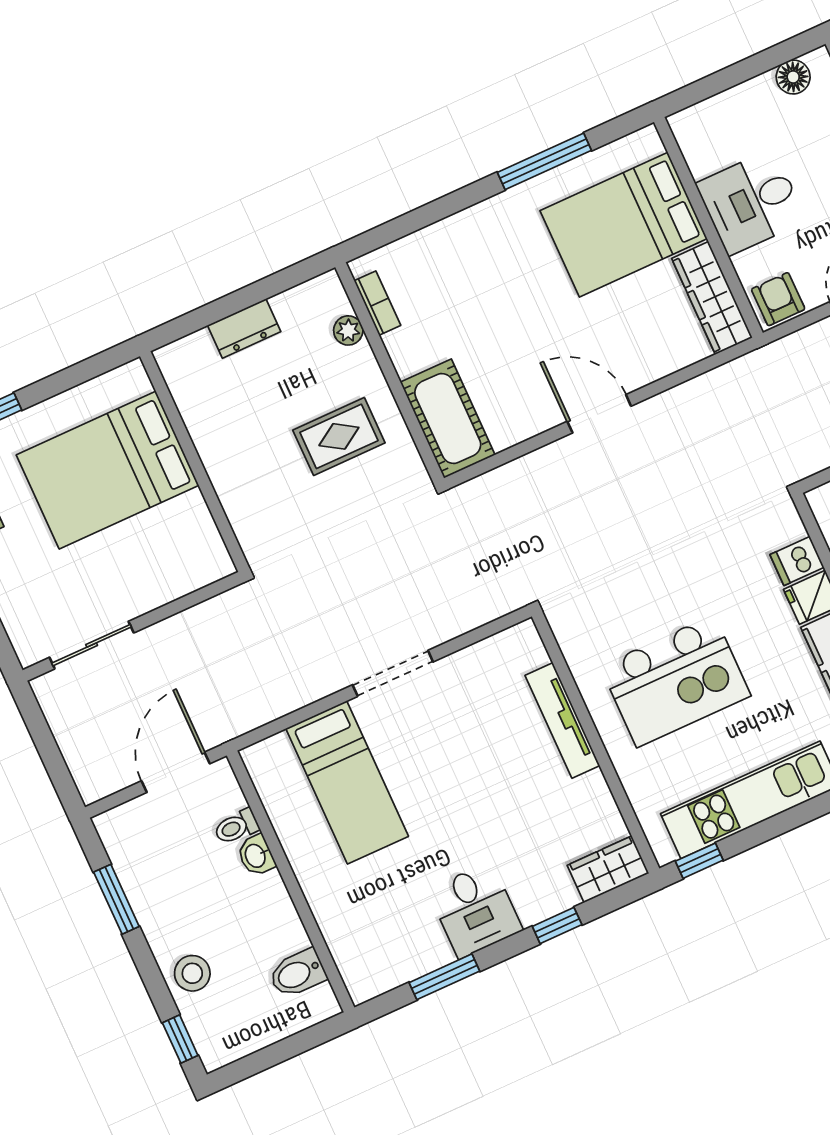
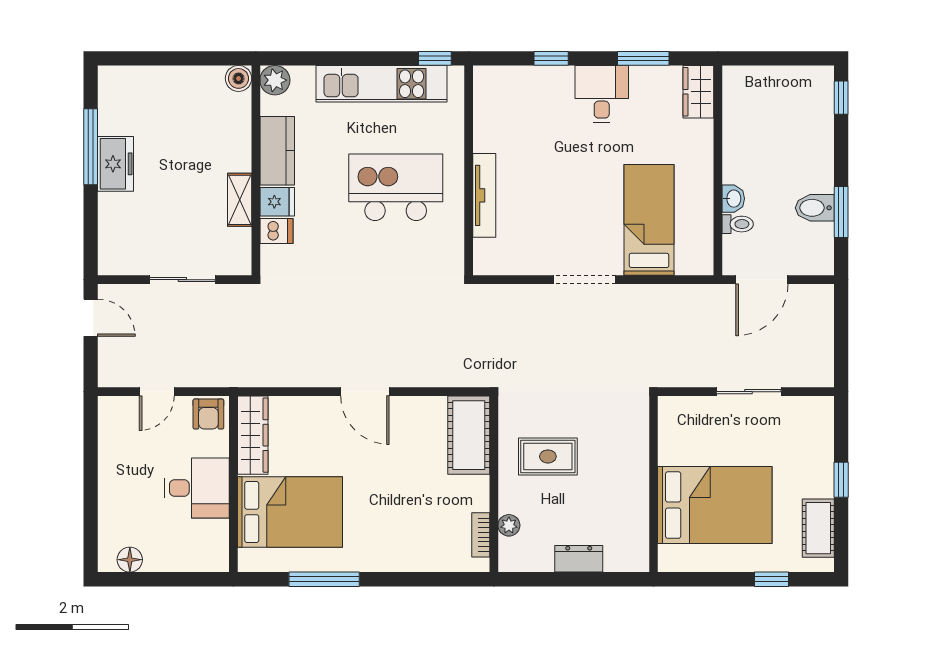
sliding door: (92, 645) -> (749, 392), moved
wardrobe: (608, 869) -> (698, 92), moved, turned 90
stool: (192, 973) -> (813, 139), removed
bidet: (297, 973) -> (815, 208), moved, turned 180

